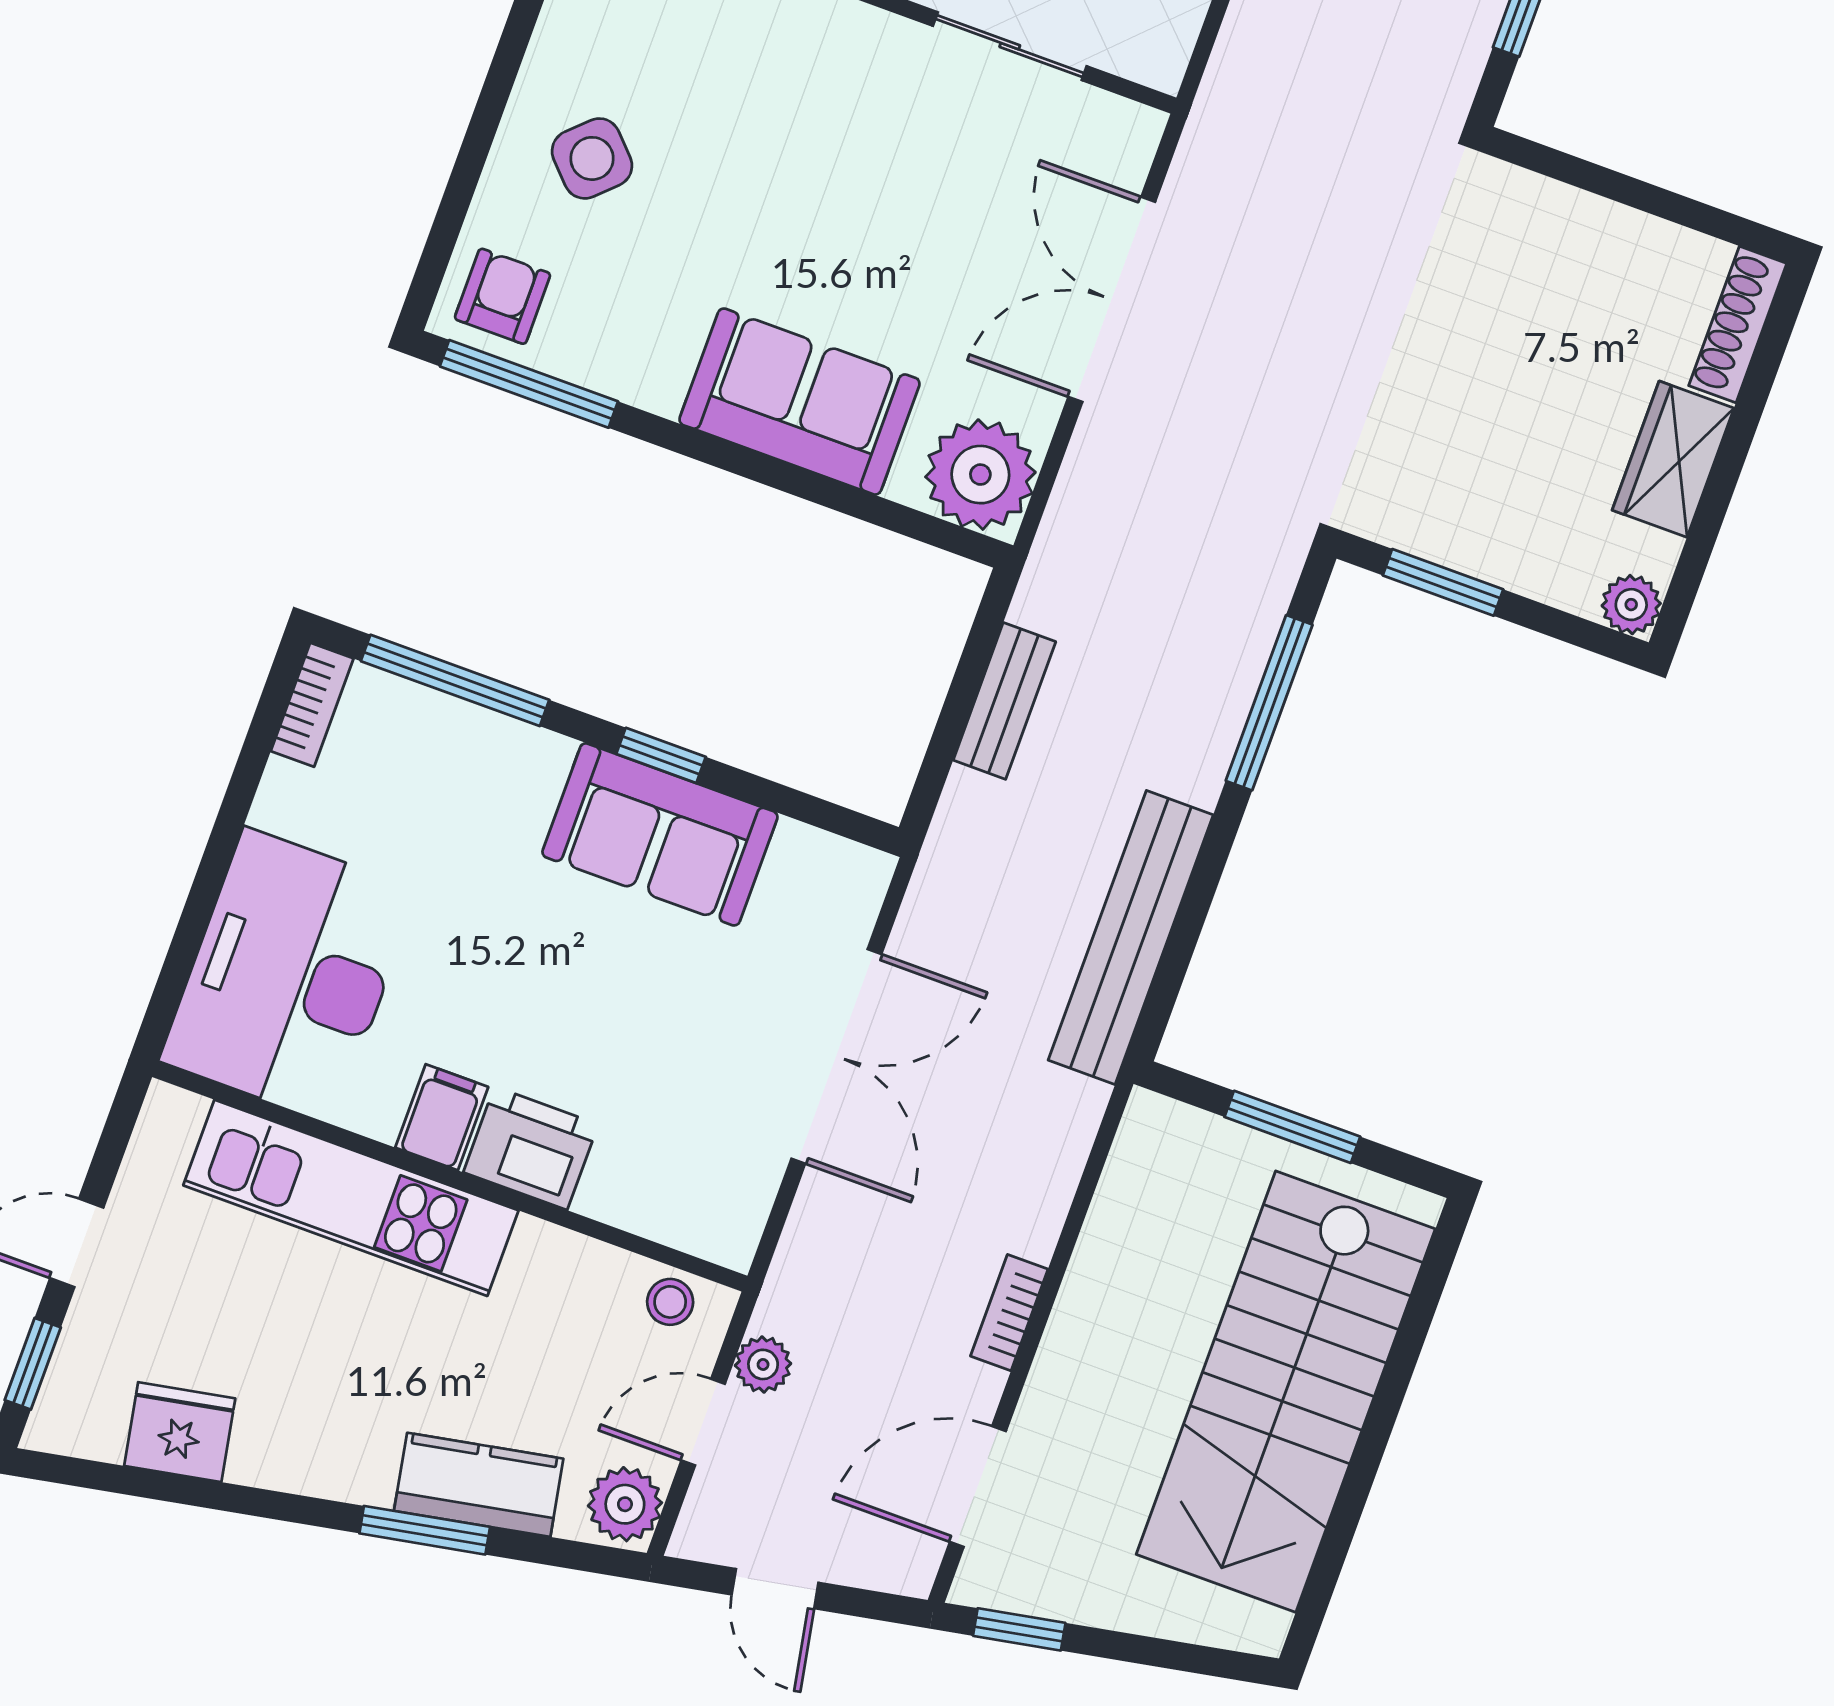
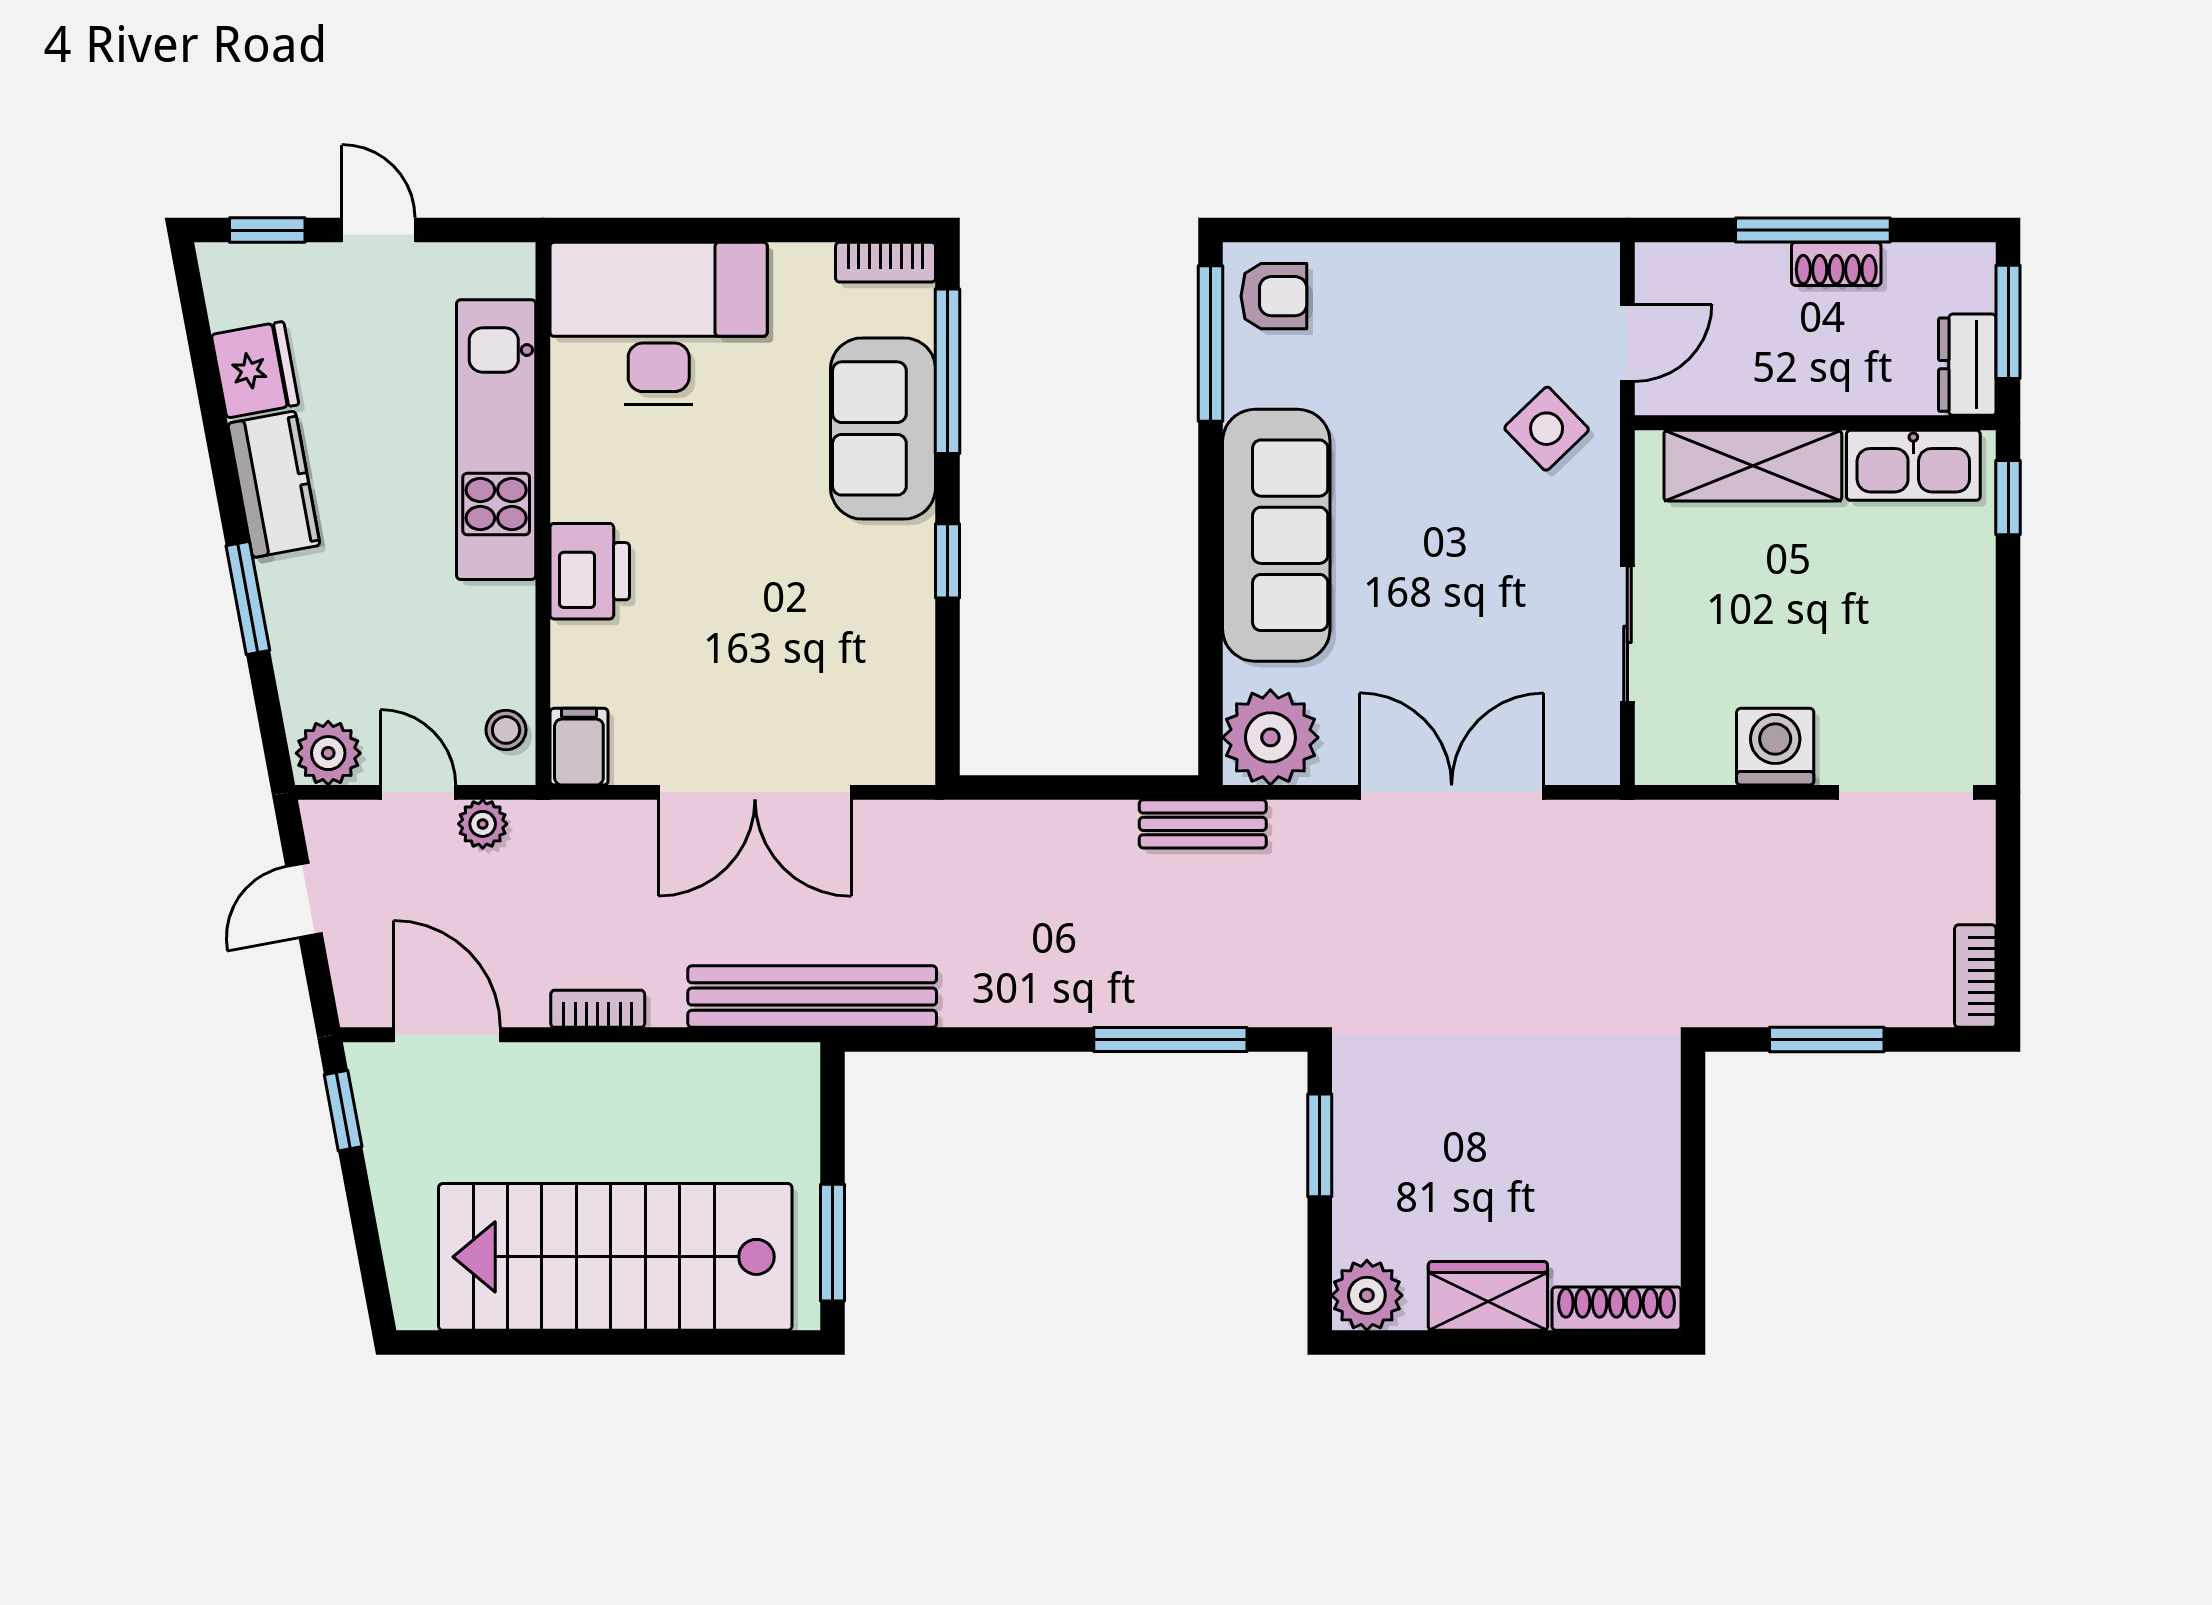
side table: (592, 158) -> (1547, 429), moved
sofa: (799, 402) -> (1276, 535), width x1.36
plant: (1631, 605) -> (1367, 1295), width x1.38, depth x1.38
bench: (1004, 701) -> (1203, 824), moved
sofa: (660, 834) -> (883, 428), moved
bench: (1131, 938) -> (812, 997), moved
filing cabinet: (442, 1117) -> (579, 747), moved, turned -90
window: (1292, 1127) -> (832, 1243), moved
kitchen counter: (479, 1485) -> (274, 484), moved

